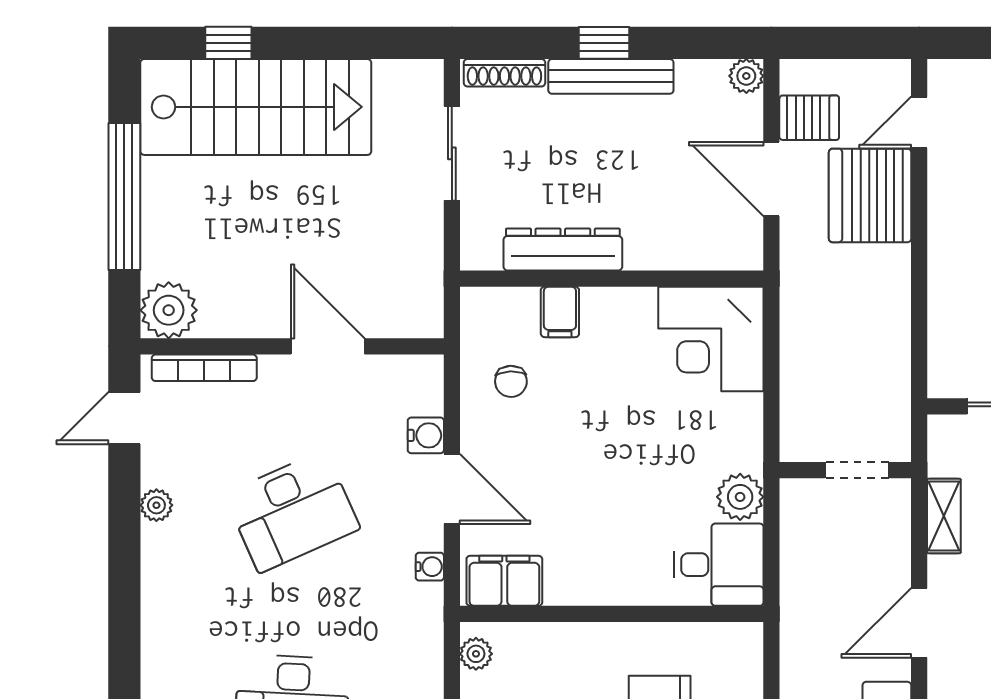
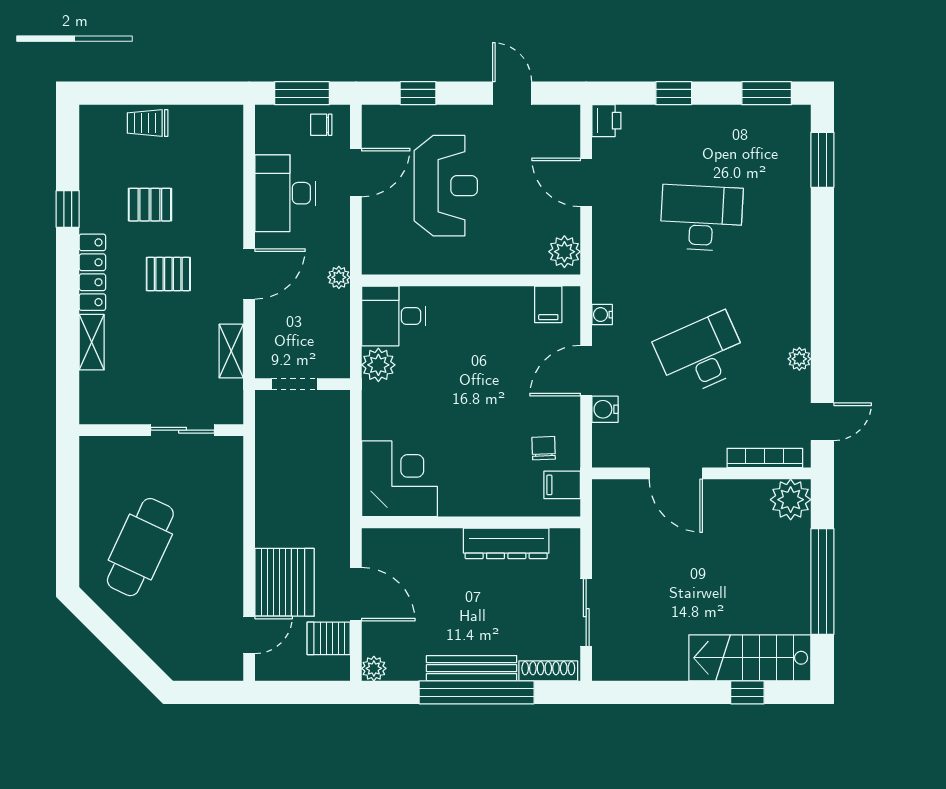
window: (604, 43) -> (477, 692), width x3.17
stairs: (256, 107) -> (750, 658), width x0.73, depth x0.66
filing cabinet: (560, 312) -> (562, 485), moved, turned -90
door: (452, 489) -> (586, 371), hinge flipped
filing cabinet: (504, 581) -> (548, 304), width x0.50
plant: (795, 618) -> (339, 277), added
plant: (476, 654) -> (564, 252), width x1.38, depth x1.38

